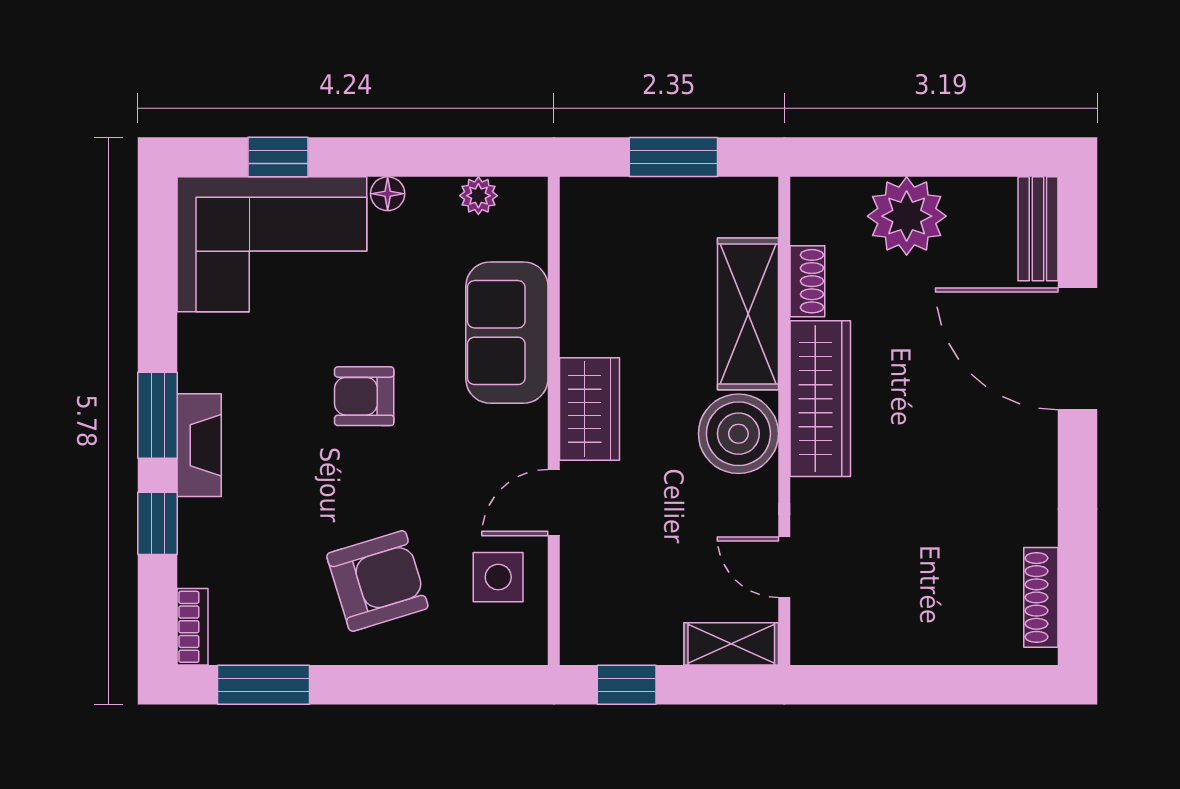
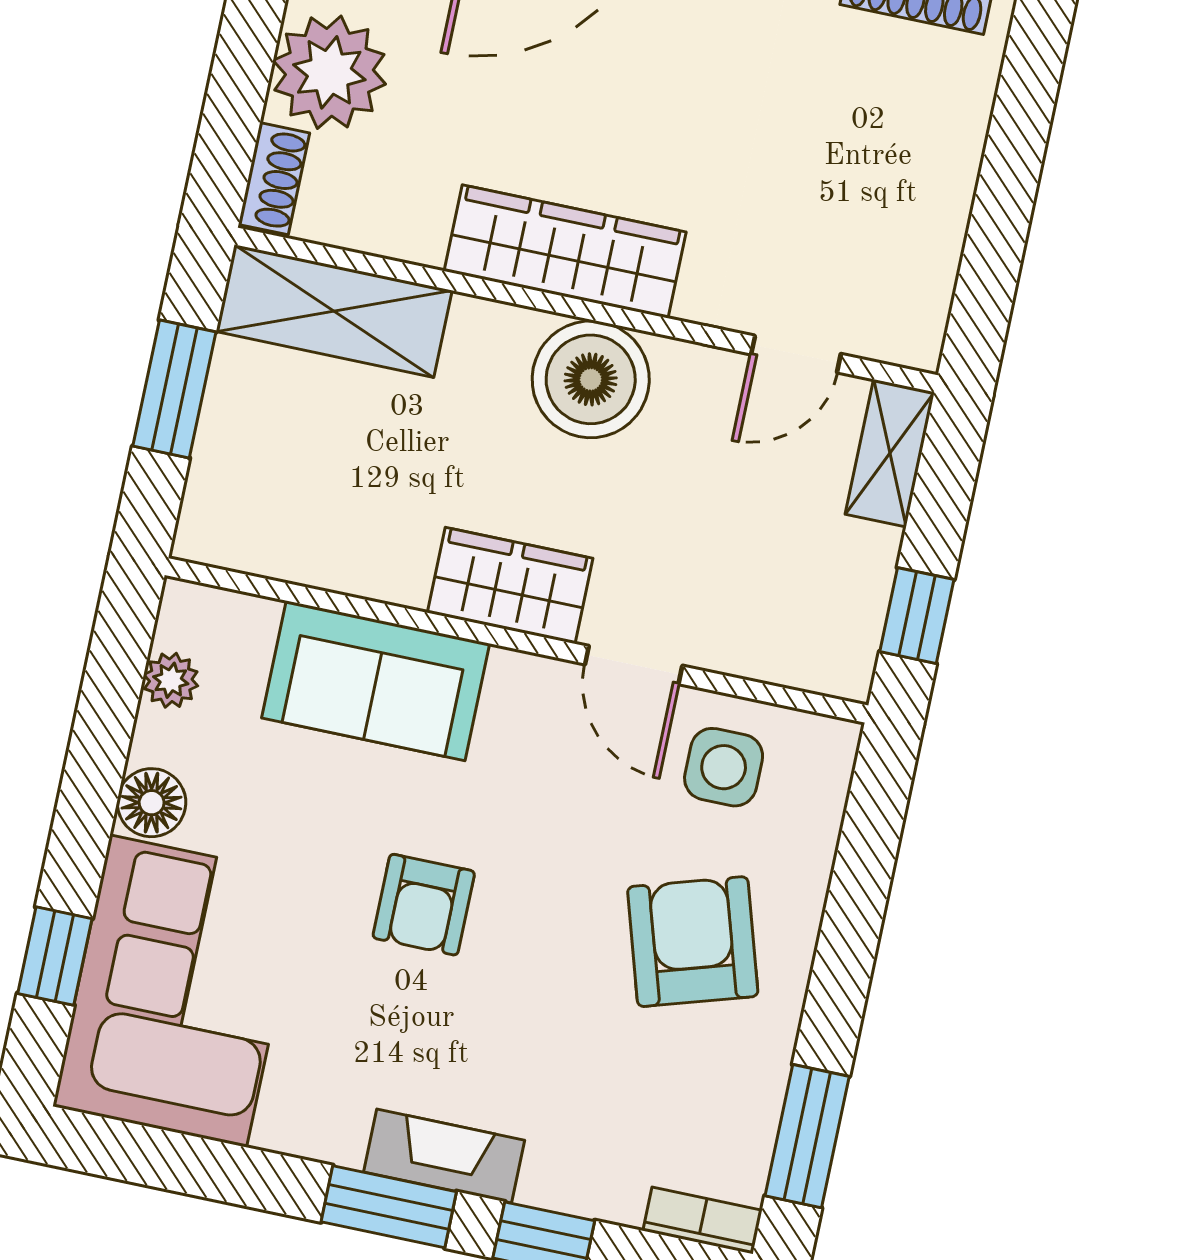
floor lamp: (388, 194) -> (152, 803), width x1.37, depth x1.37
shoe rack: (807, 281) -> (274, 179), moved, turned 90
shelving: (748, 314) -> (334, 311), moved

